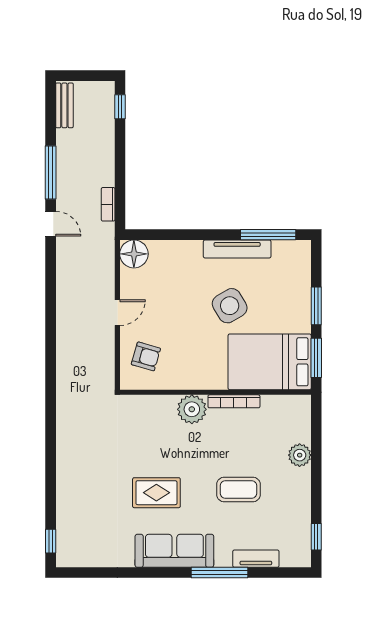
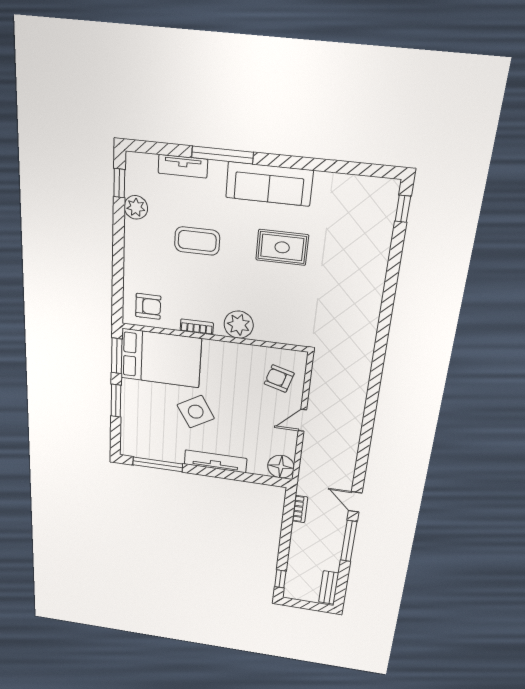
tv unit: (237, 249) -> (215, 461), moved
bookcase: (234, 401) -> (197, 327), width x0.64
armchair: (284, 417) -> (148, 306), added
plant: (300, 455) -> (136, 207), moved

